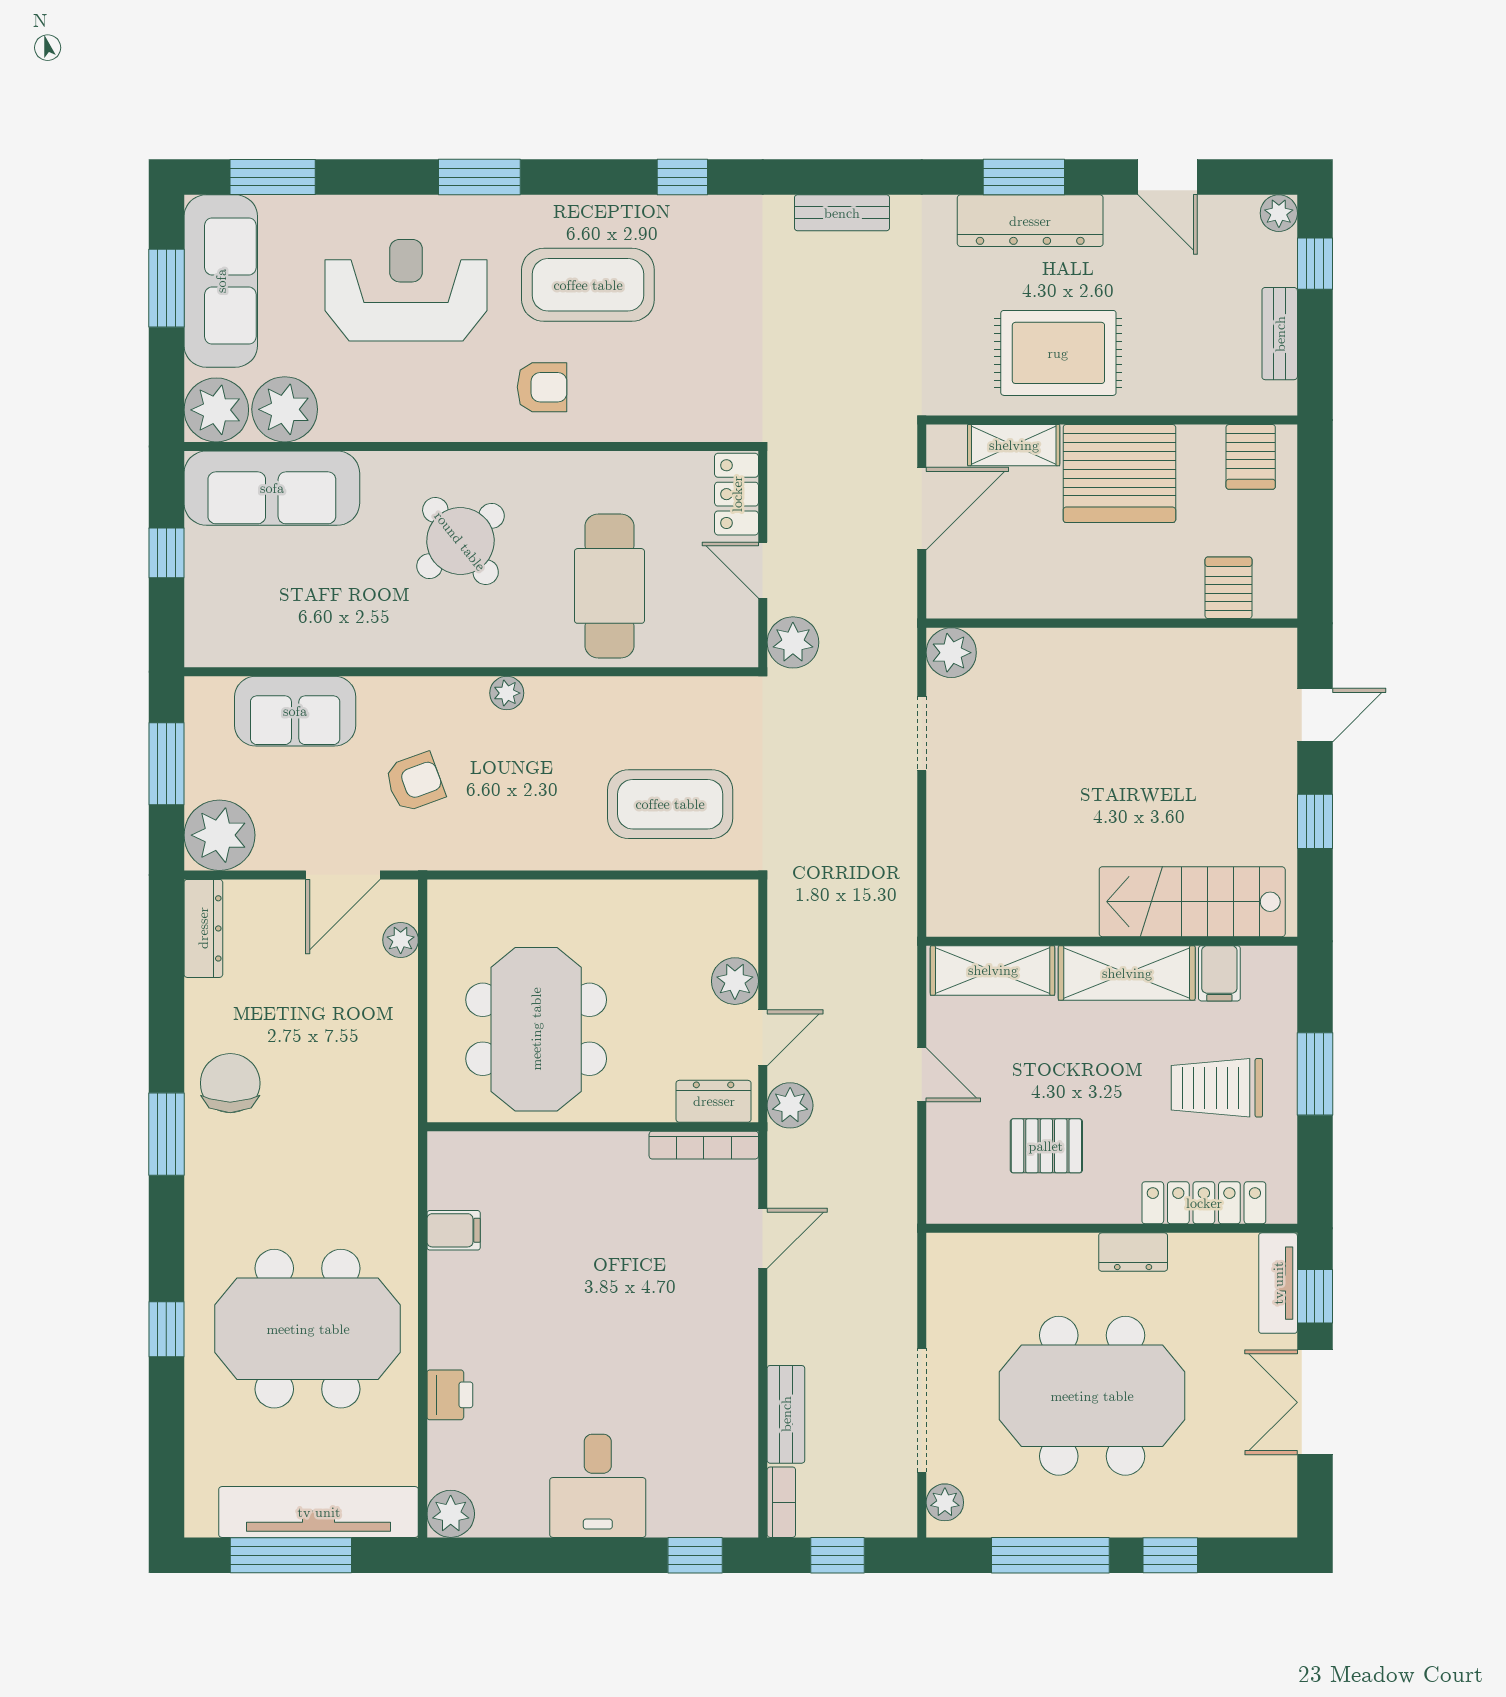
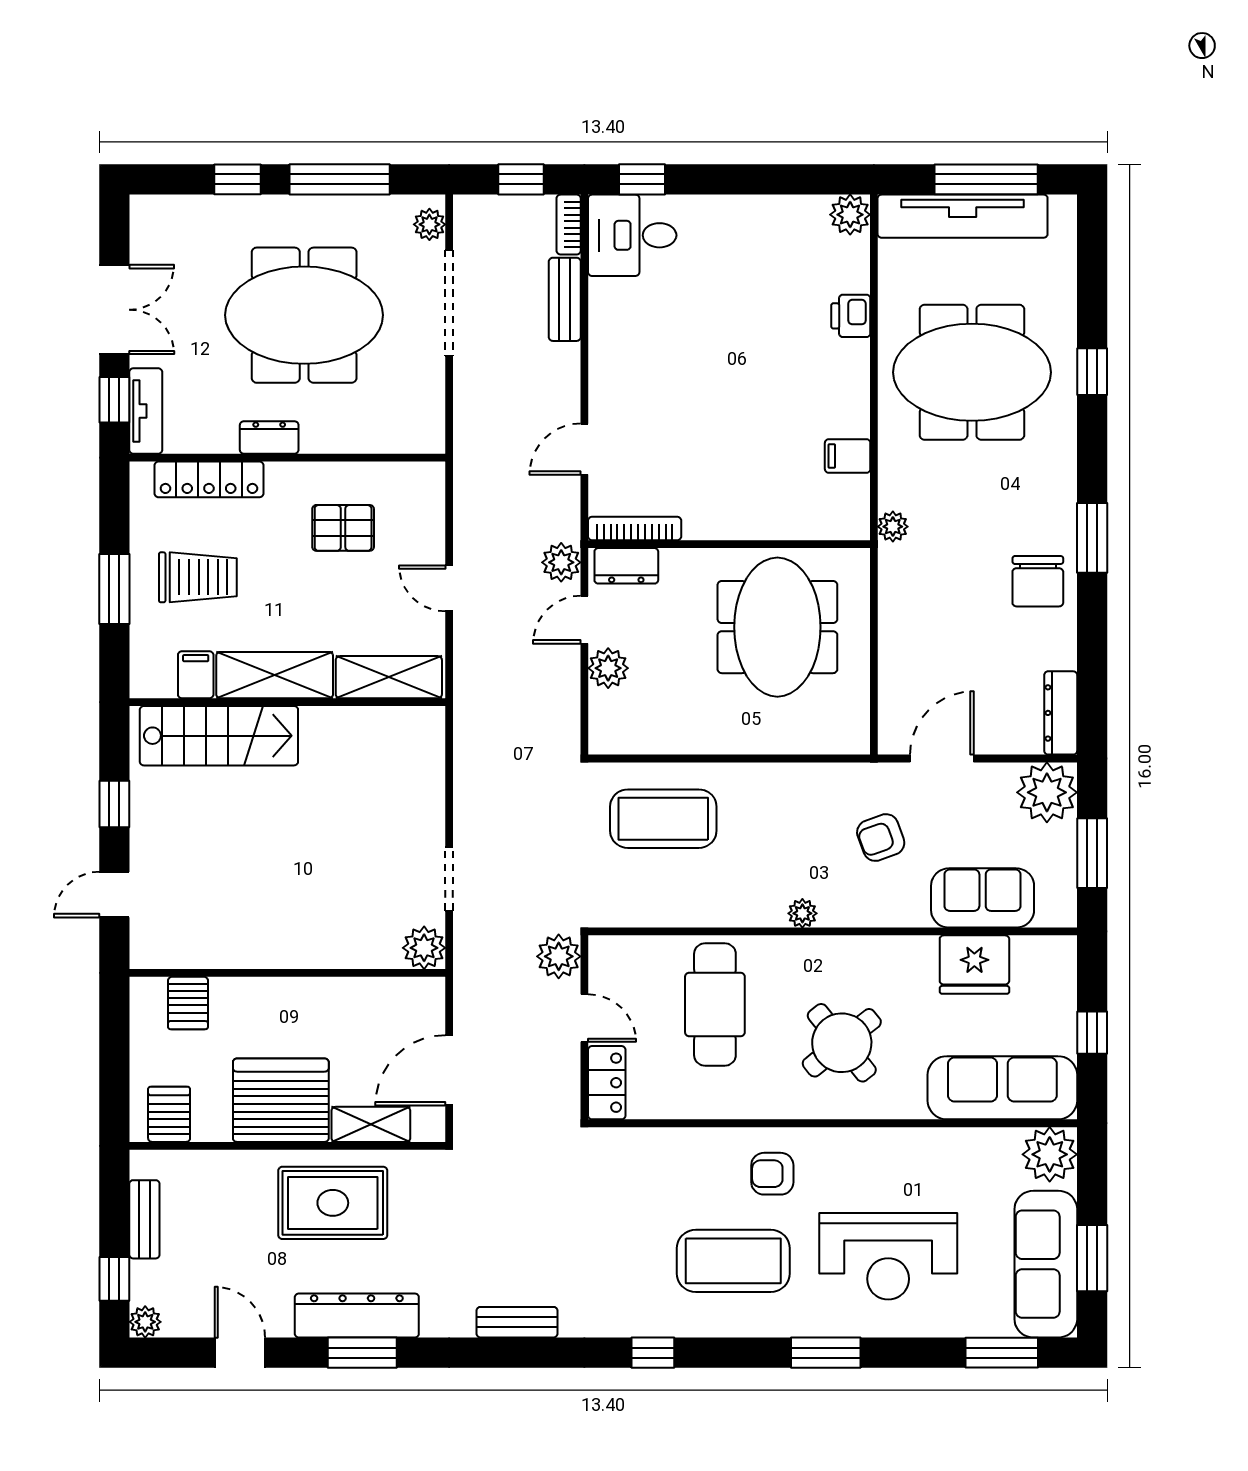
plant: (285, 409) -> (991, 1155), removed
fridge: (305, 633) -> (974, 965), added
plant: (401, 940) -> (893, 527), moved
desk: (598, 1486) -> (632, 235), moved, turned -90

